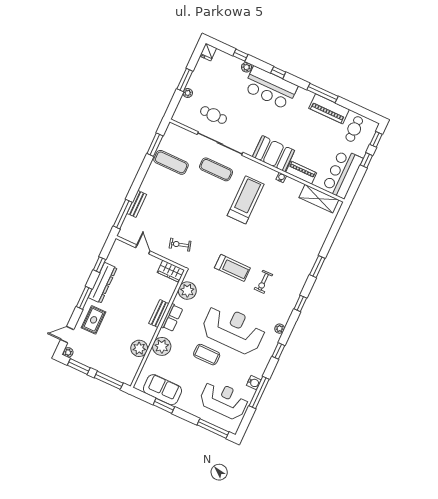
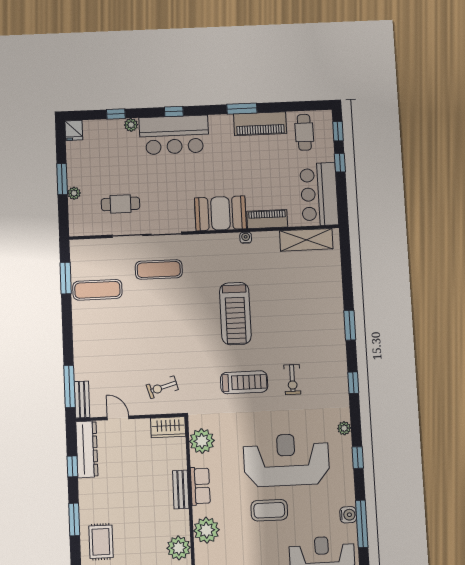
window: (323, 93) -> (242, 109), width x0.69
treadmill: (246, 200) -> (235, 314), moved, turned 180
bench: (137, 204) -> (82, 399), moved
dresser: (103, 283) -> (87, 449), moved

